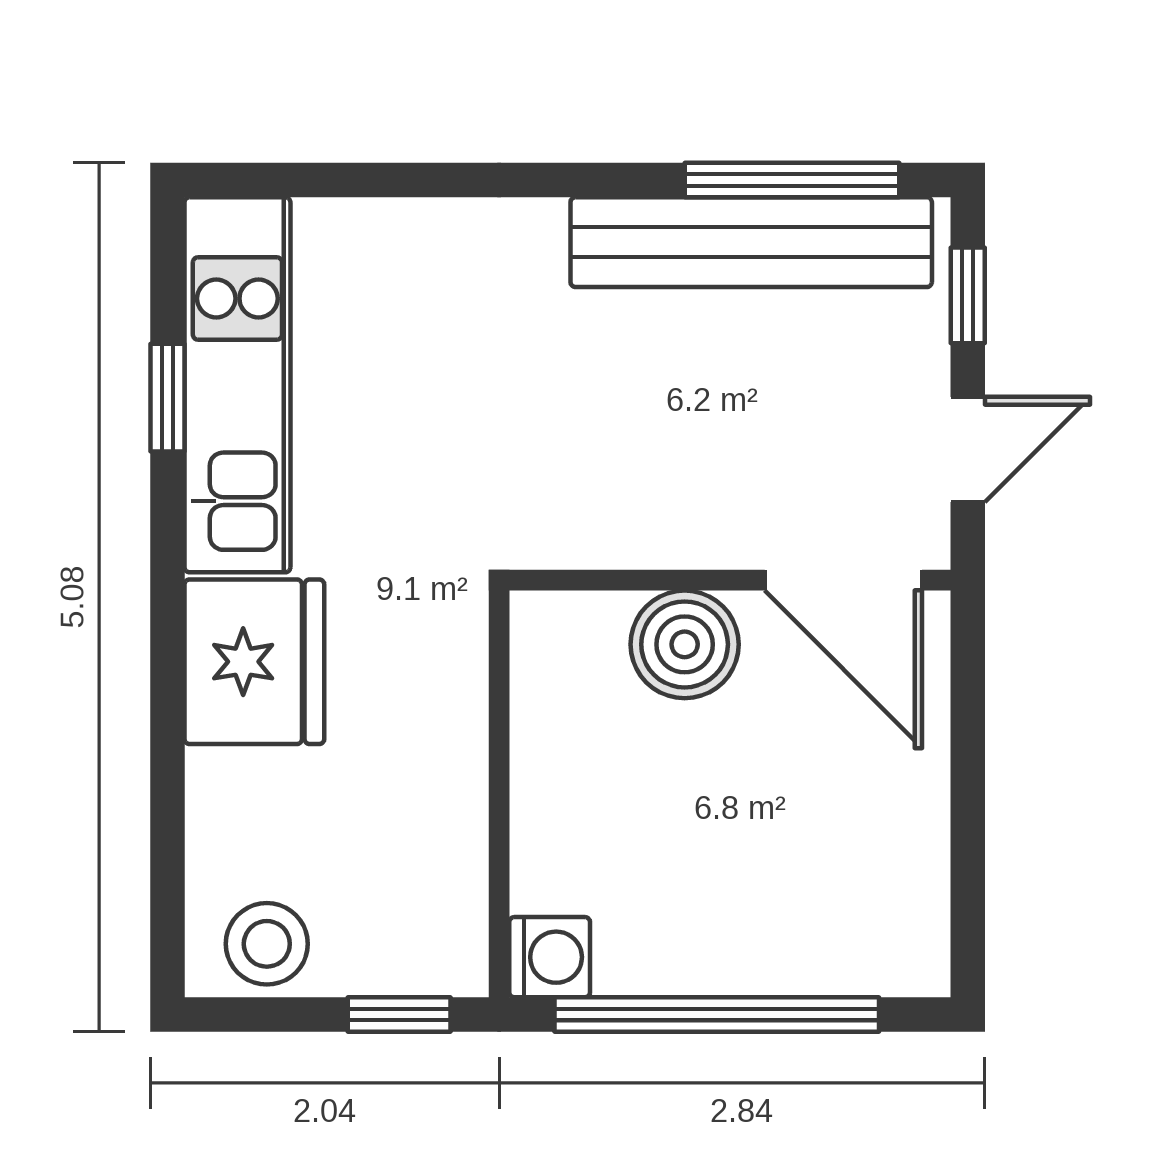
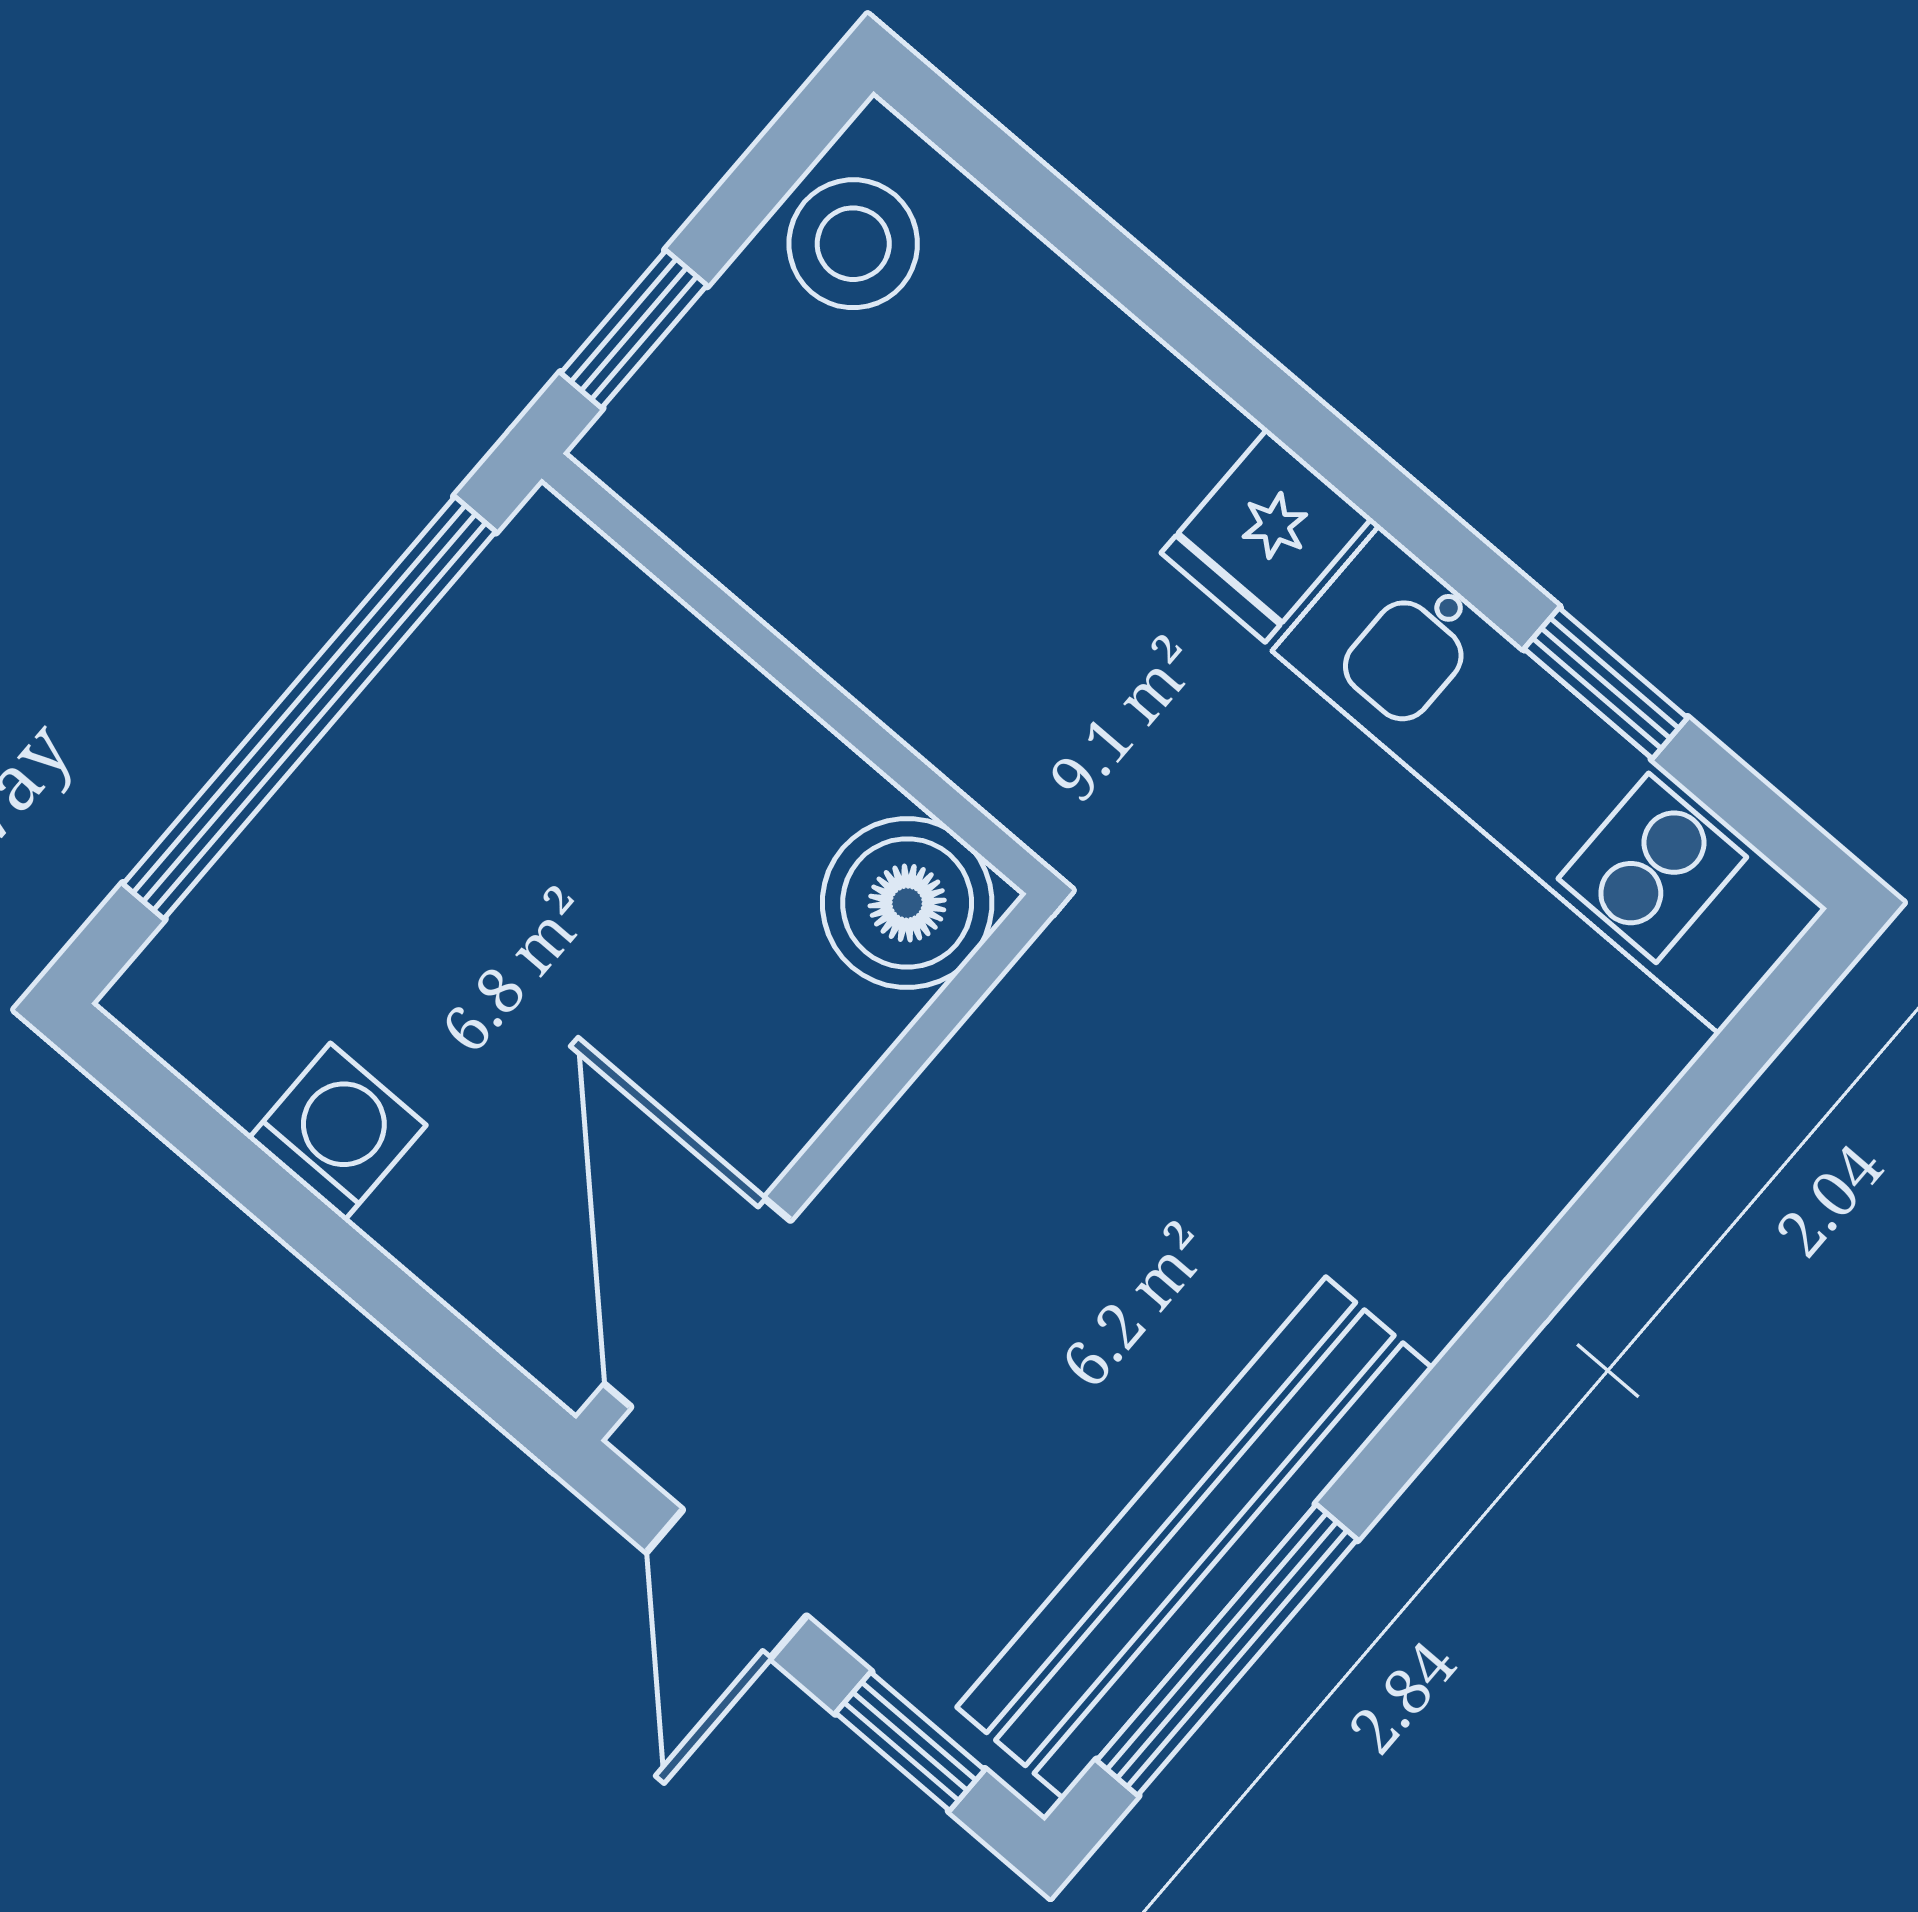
door: (843, 580) -> (698, 1302), hinge flipped
boiler: (685, 644) -> (907, 903), moved
fridge: (254, 662) -> (1266, 536), width x0.53, depth x0.75
washing machine: (550, 957) -> (337, 1132), moved, turned 180

